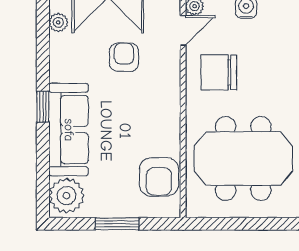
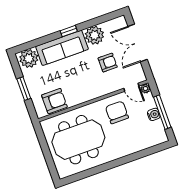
plant: (58, 22) -> (94, 35), moved, width x1.87, depth x1.87
meeting table: (243, 158) -> (78, 140), turned 90
armchair: (159, 177) -> (54, 101), turned 180

